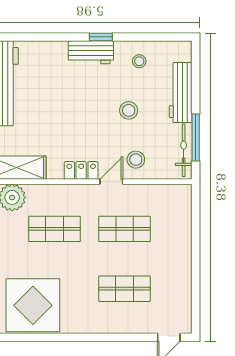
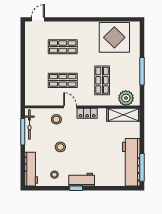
workbench: (181, 92) -> (31, 169), moved
door: (111, 182) -> (70, 107), swing flipped
shop shelf: (55, 229) -> (102, 80), turned 90

